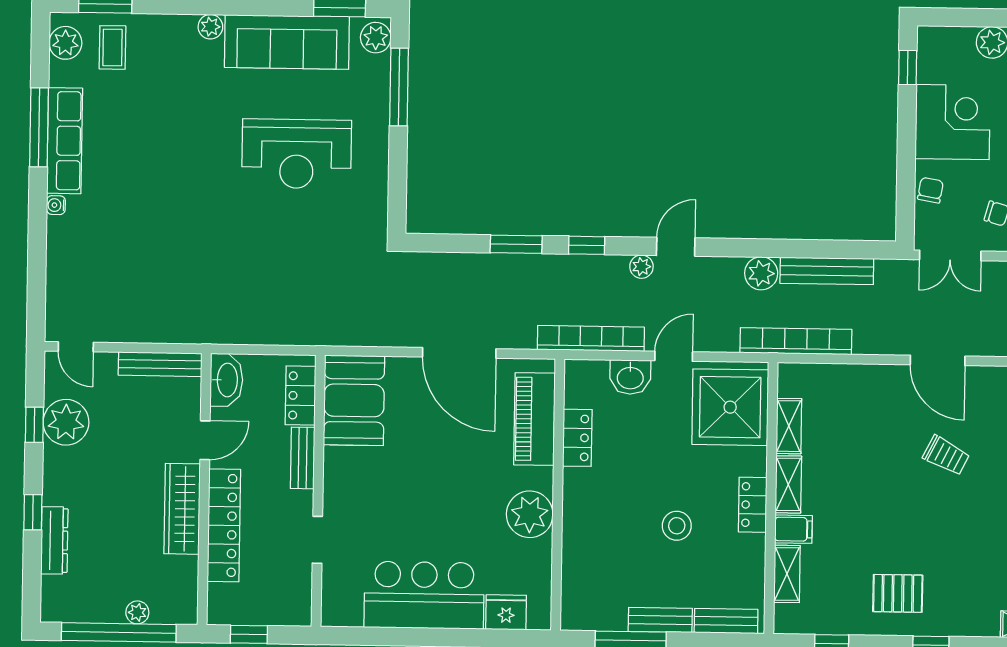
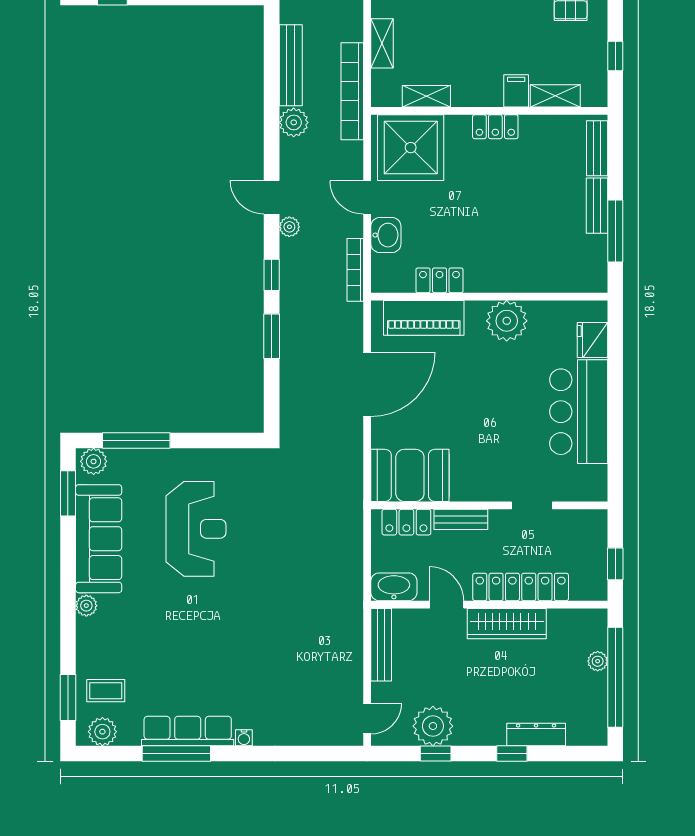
bookcase: (591, 338) -> (355, 270), width x0.68, depth x0.76
shelving: (788, 484) -> (382, 43), moved, turned 90
stool: (677, 526) -> (515, 192), removed

